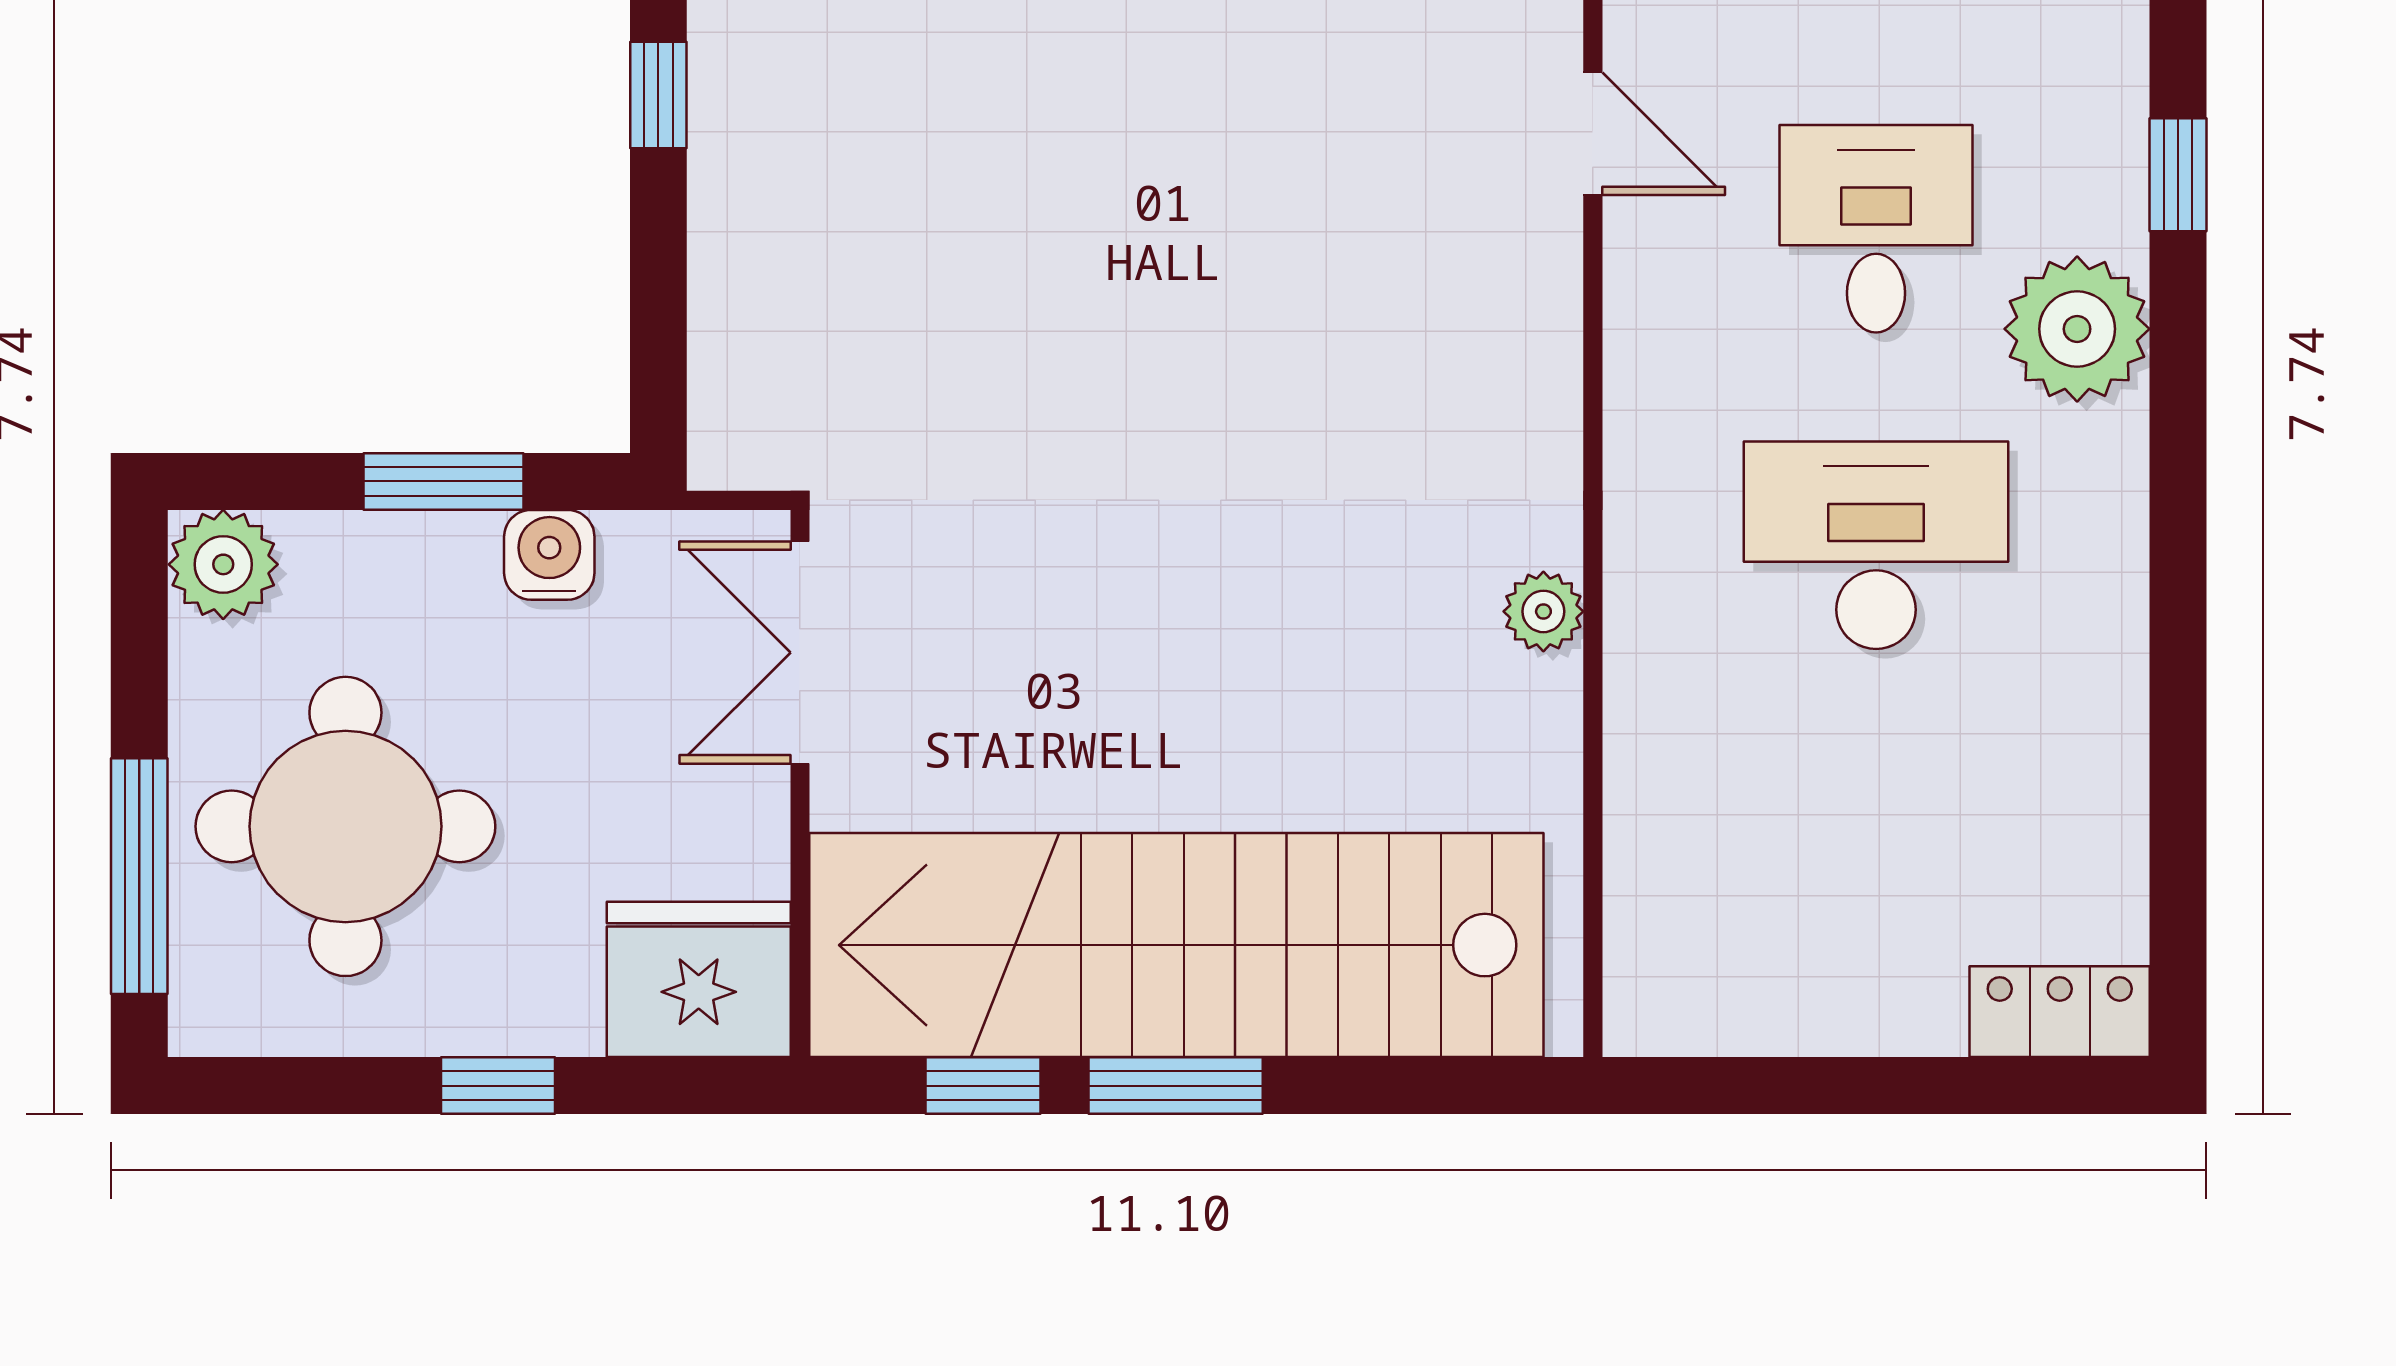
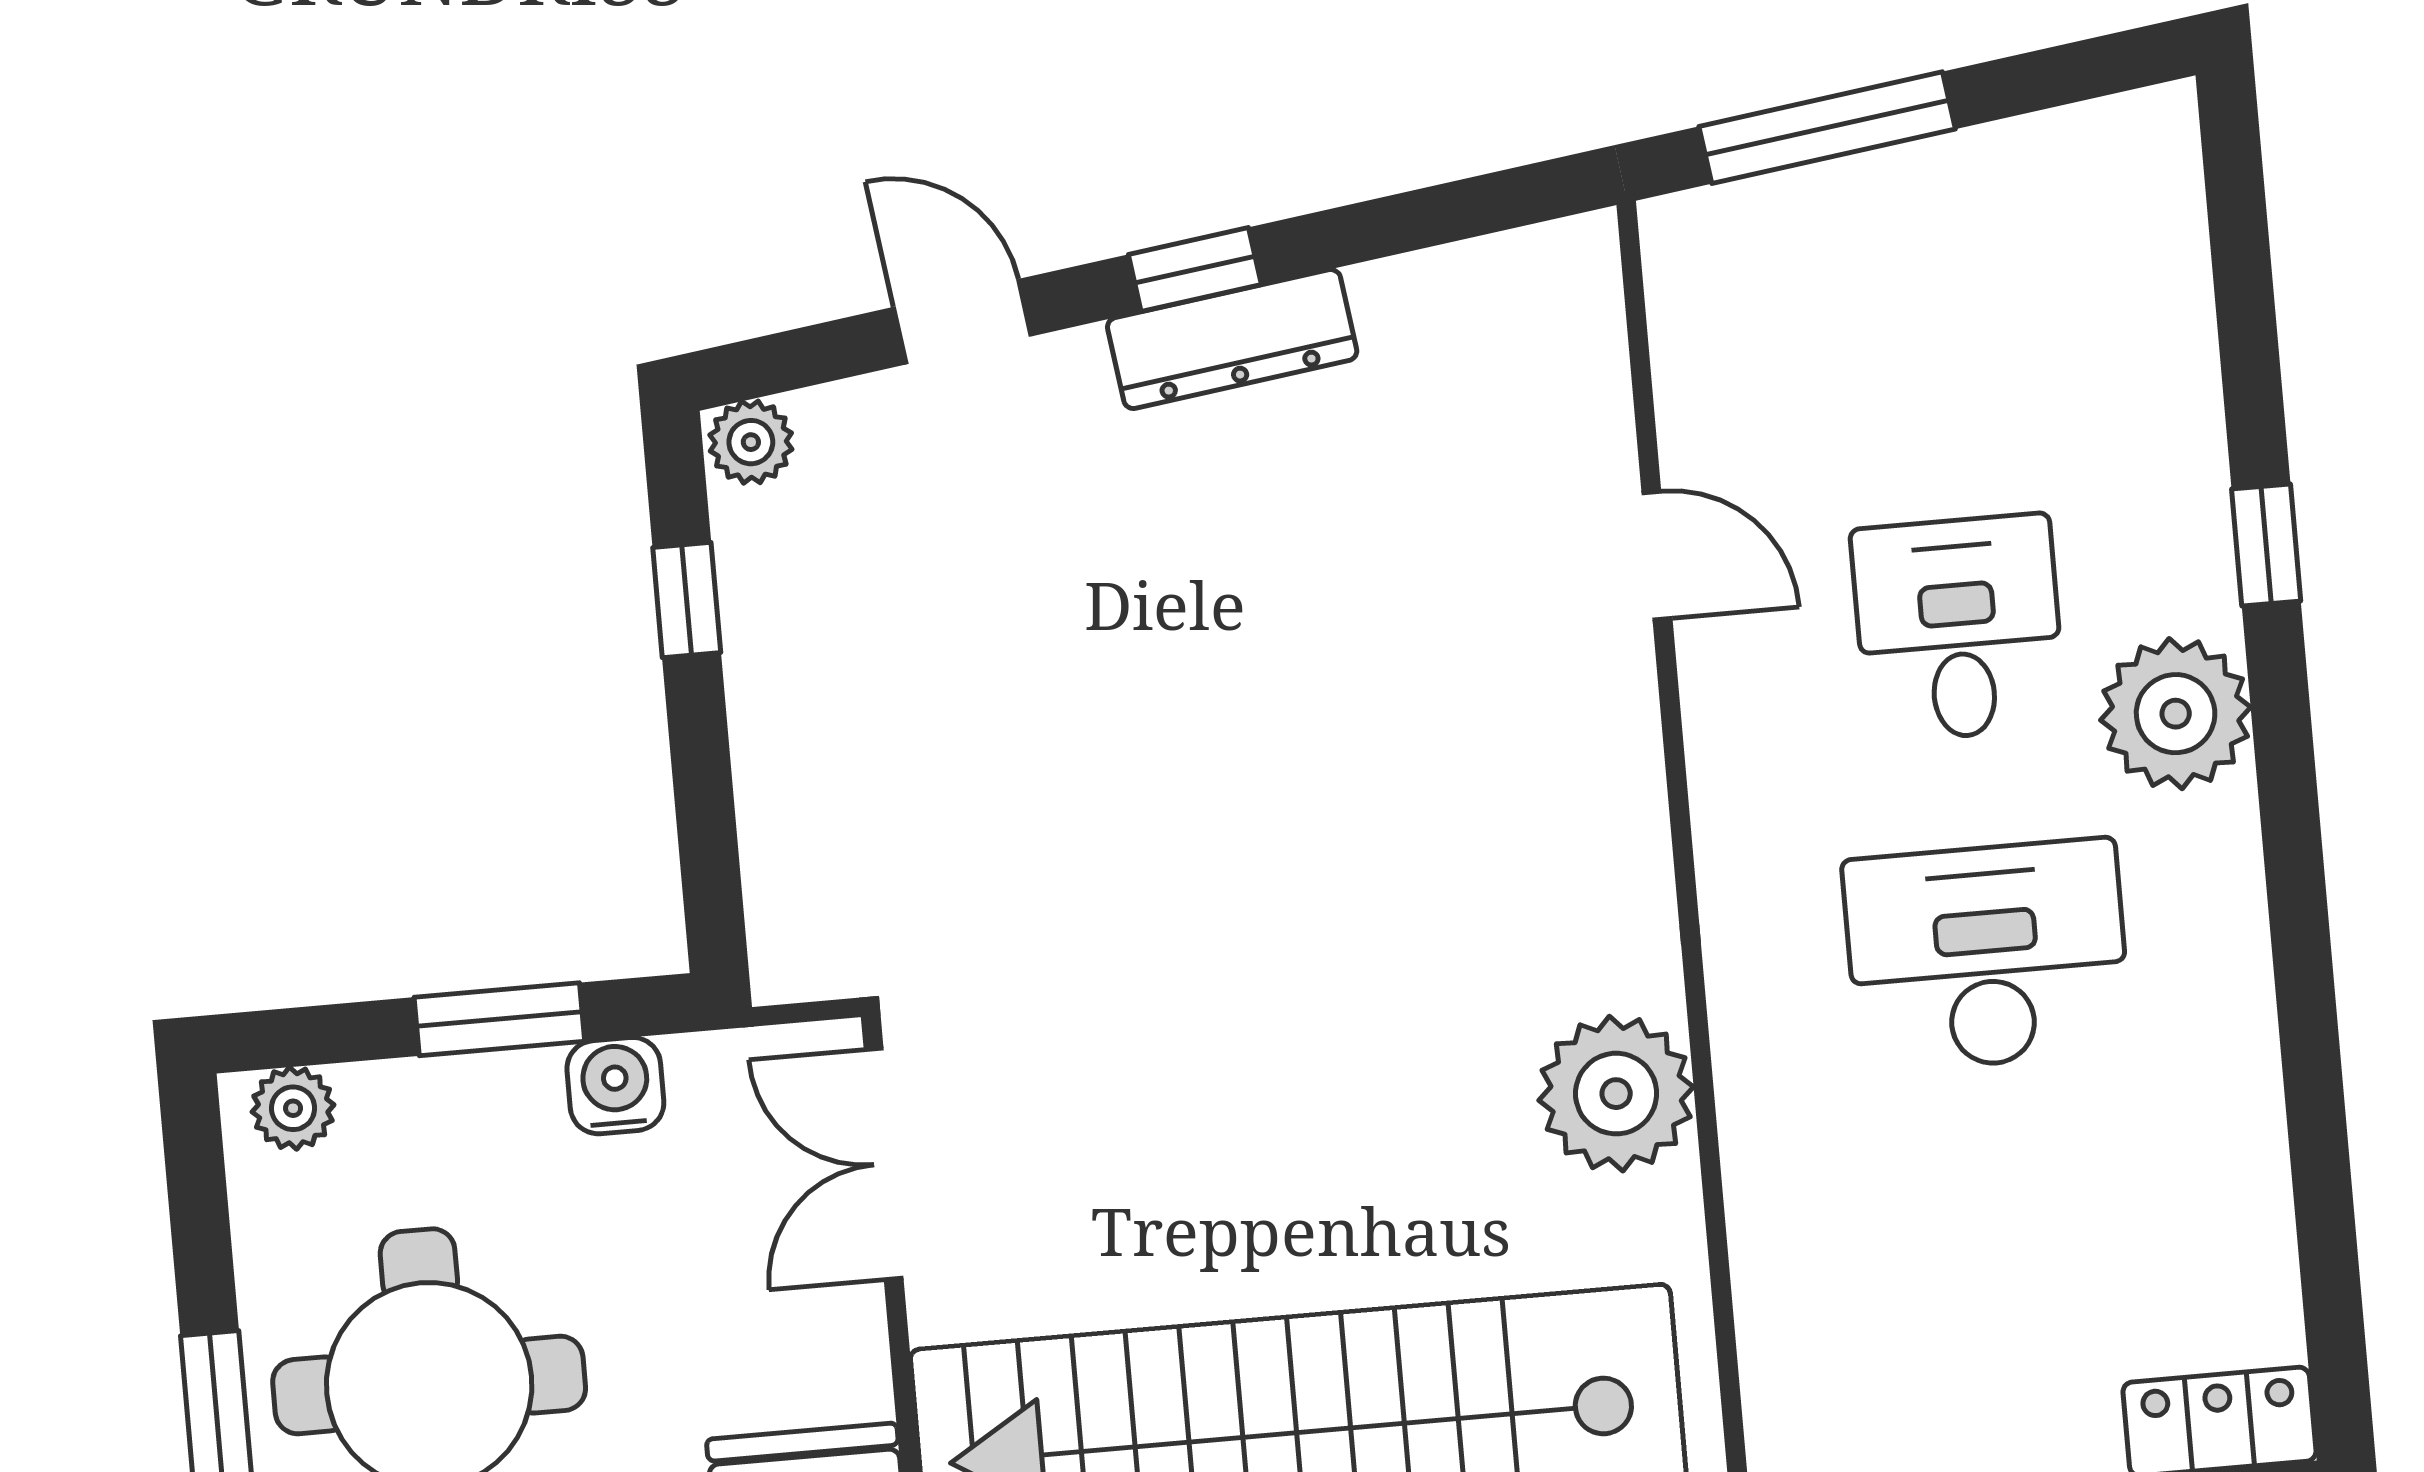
plant: (223, 564) -> (293, 1108), width x0.73, depth x0.73
plant: (1543, 611) -> (1616, 1094), width x1.88, depth x1.88

